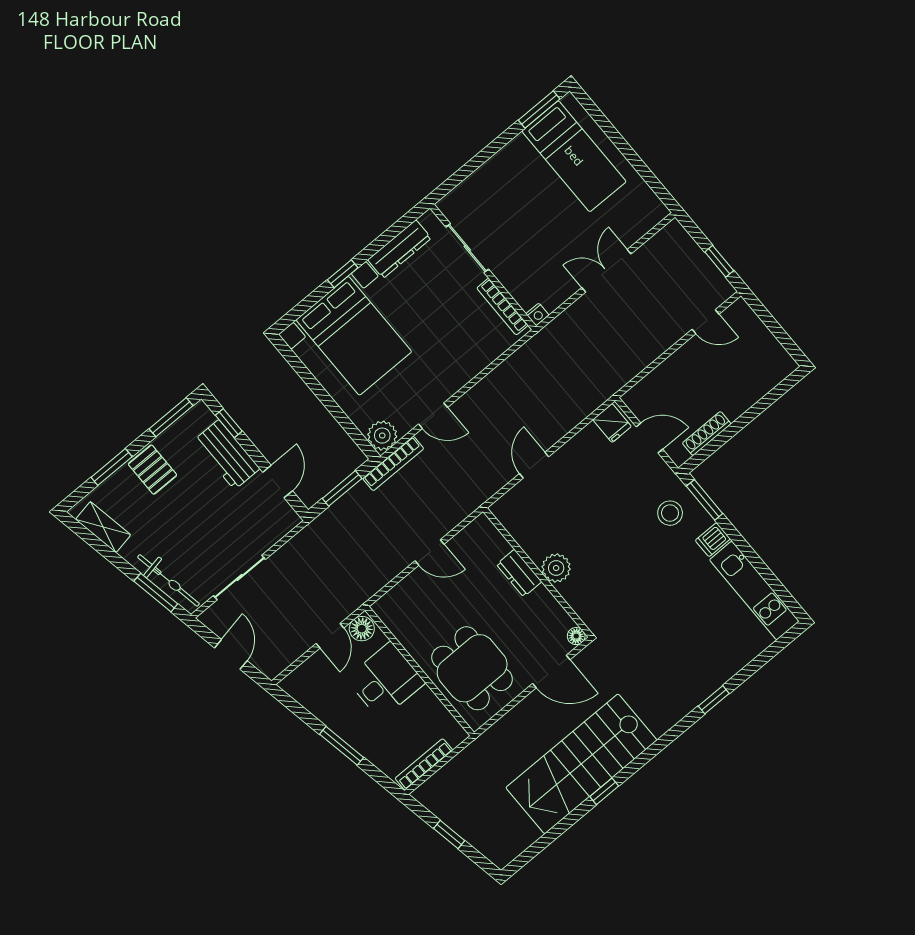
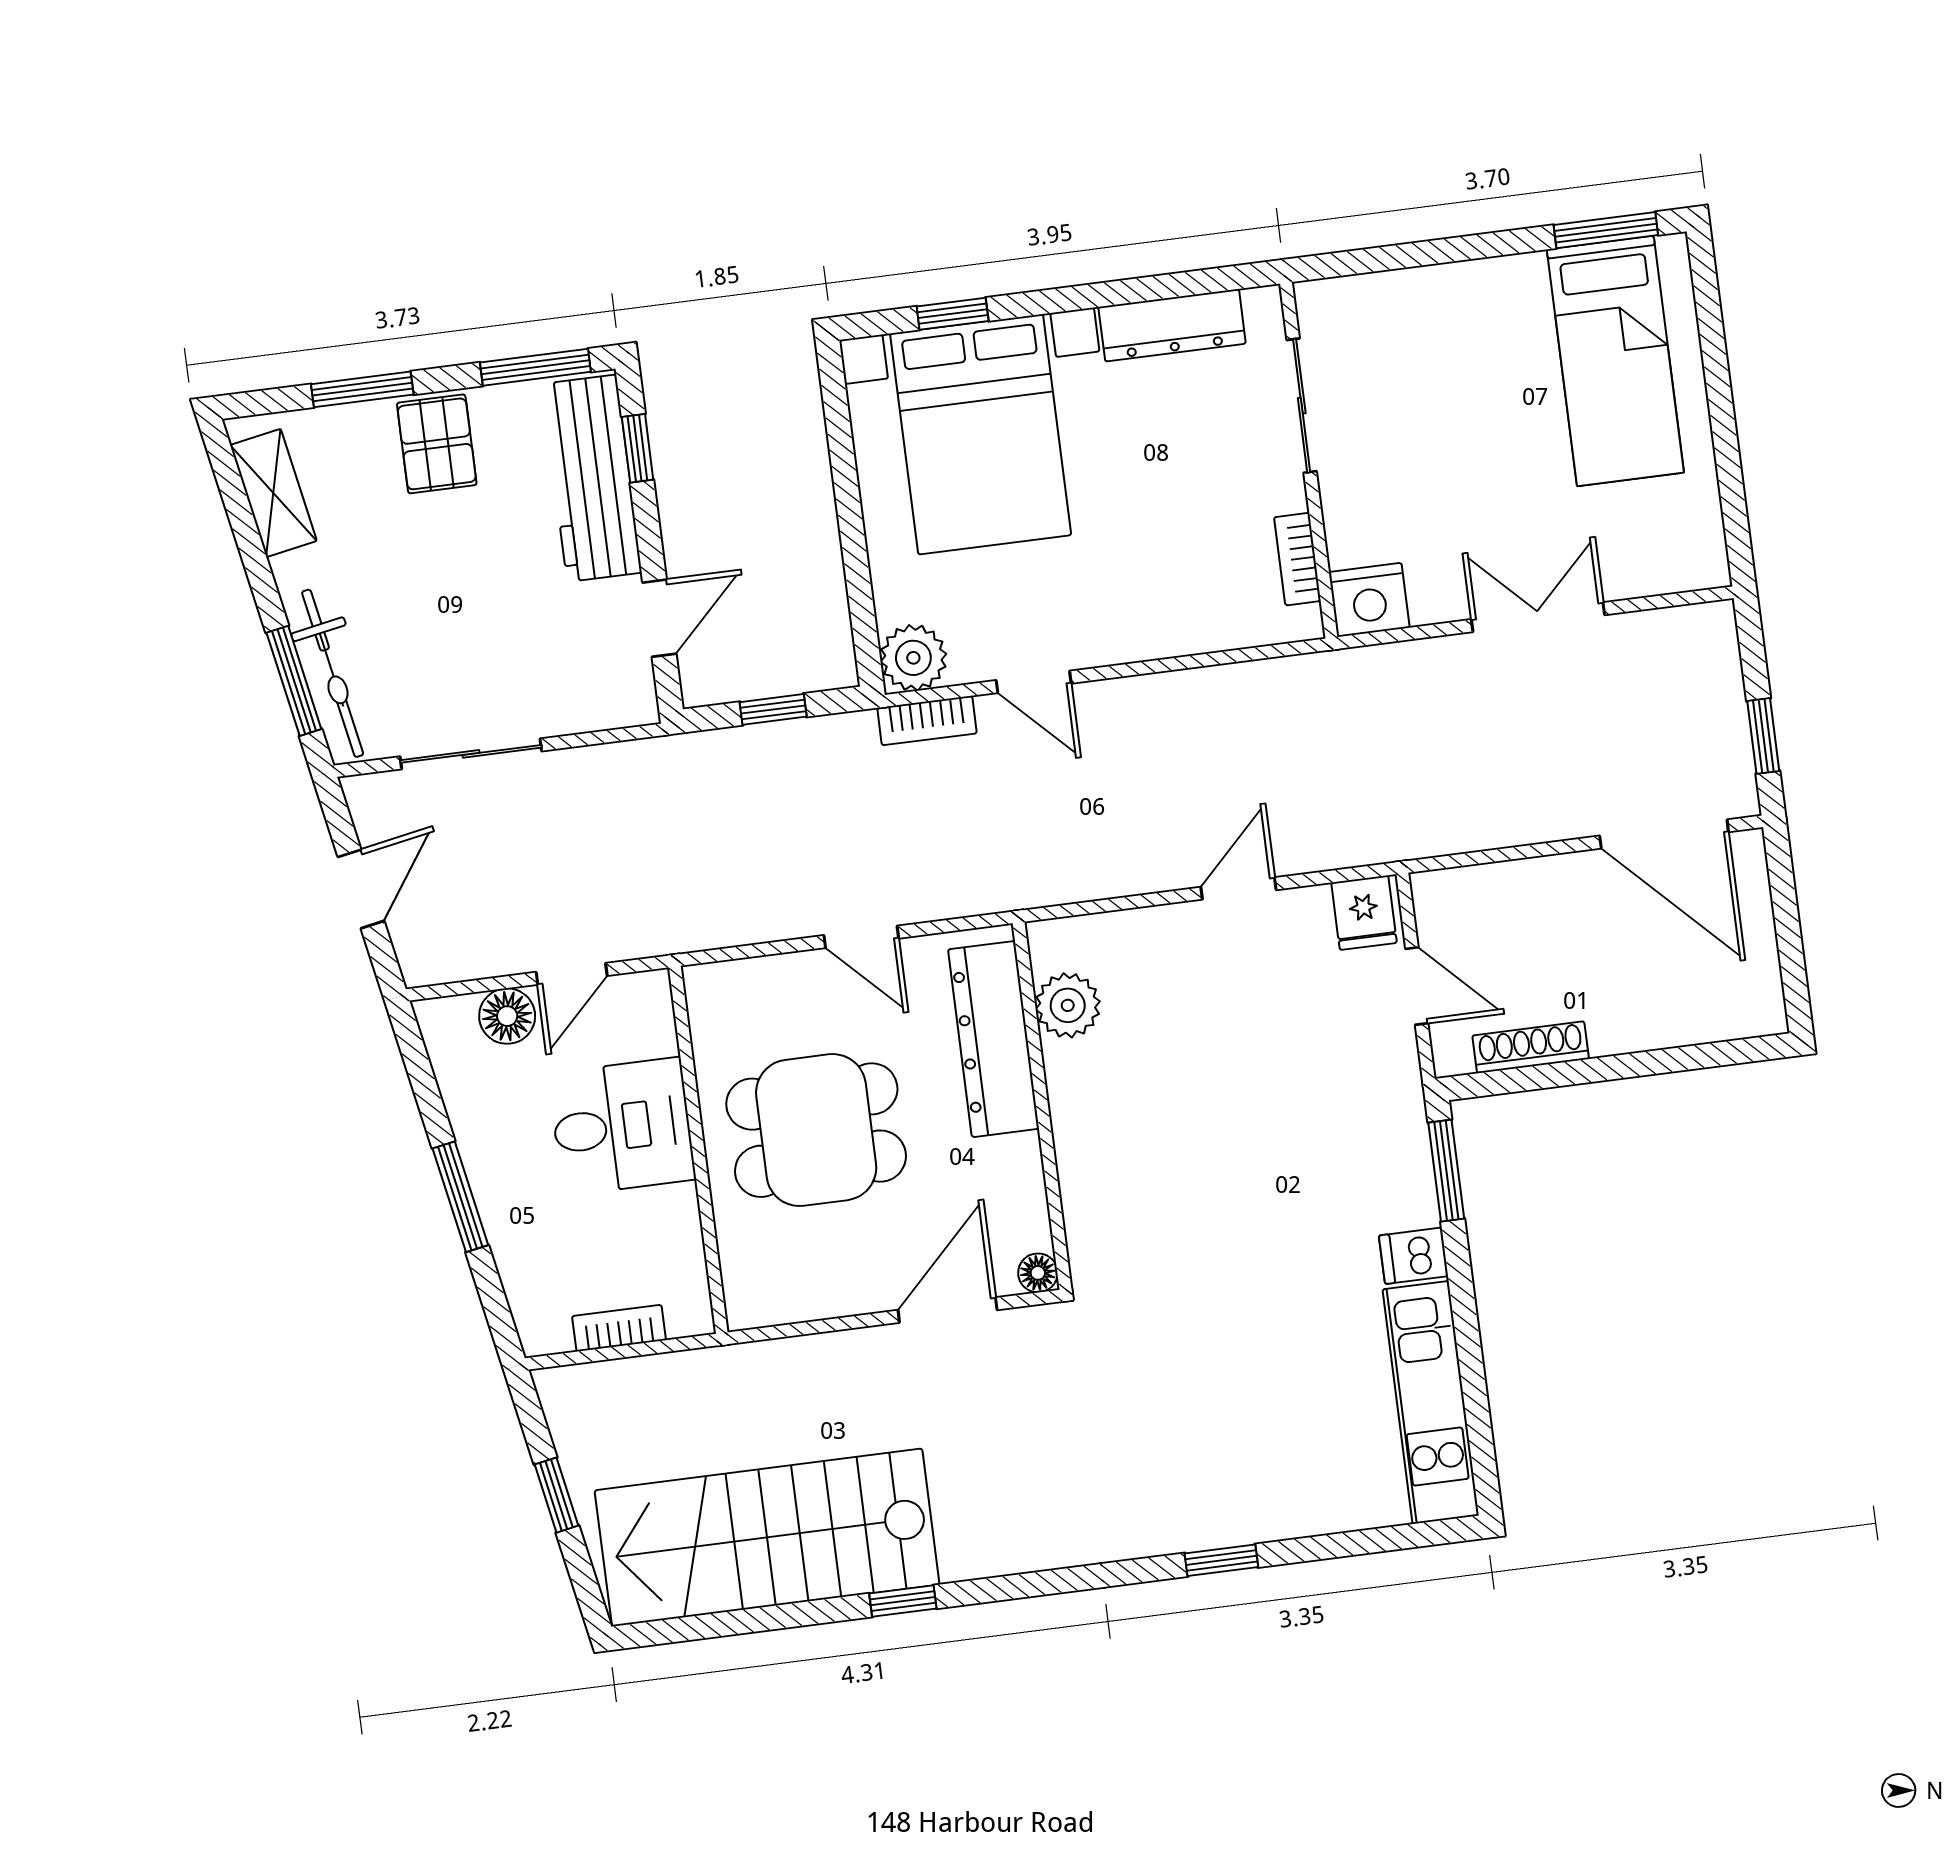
window: (343, 274) -> (953, 314), moved
bookcase: (502, 307) -> (1298, 559), width x0.64
nightstand: (537, 315) -> (1369, 600), width x1.89, depth x1.79
door: (706, 322) -> (1664, 834), width x1.88
workbench: (227, 455) -> (592, 478), width x1.38
bookcase: (393, 463) -> (927, 721), width x0.64
door: (534, 465) -> (1238, 888), moved
window: (342, 488) -> (773, 709), width x0.67
stool: (670, 513) -> (1365, 1154), removed
plant: (556, 568) -> (1068, 1005), moved
dresser: (519, 573) -> (994, 1039), width x1.96, depth x1.24
floor lamp: (362, 629) -> (507, 1016), moved
dining table: (472, 668) -> (816, 1130), moved, turned 90
door: (551, 672) -> (948, 1310), swing flipped
bookcase: (424, 764) -> (619, 1328), width x0.64
stairs: (581, 764) -> (767, 1538), moved

